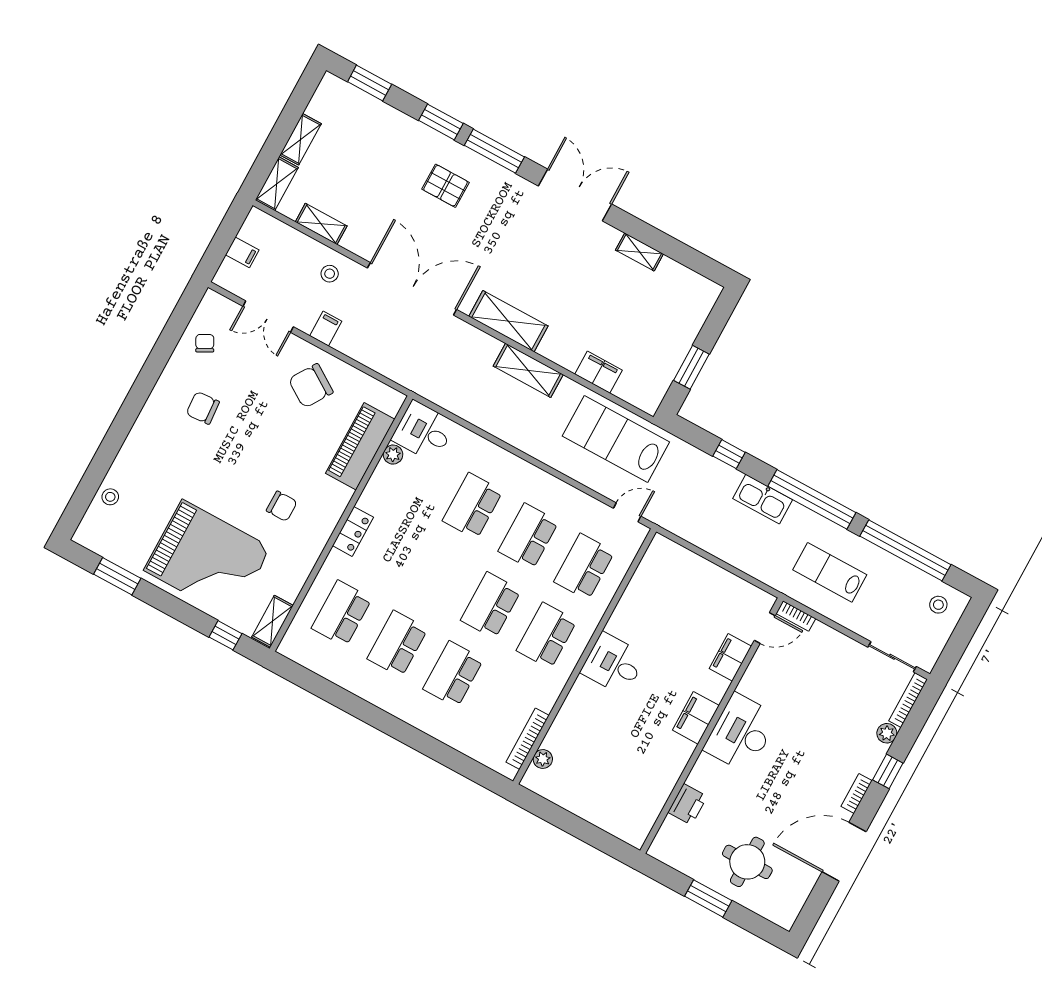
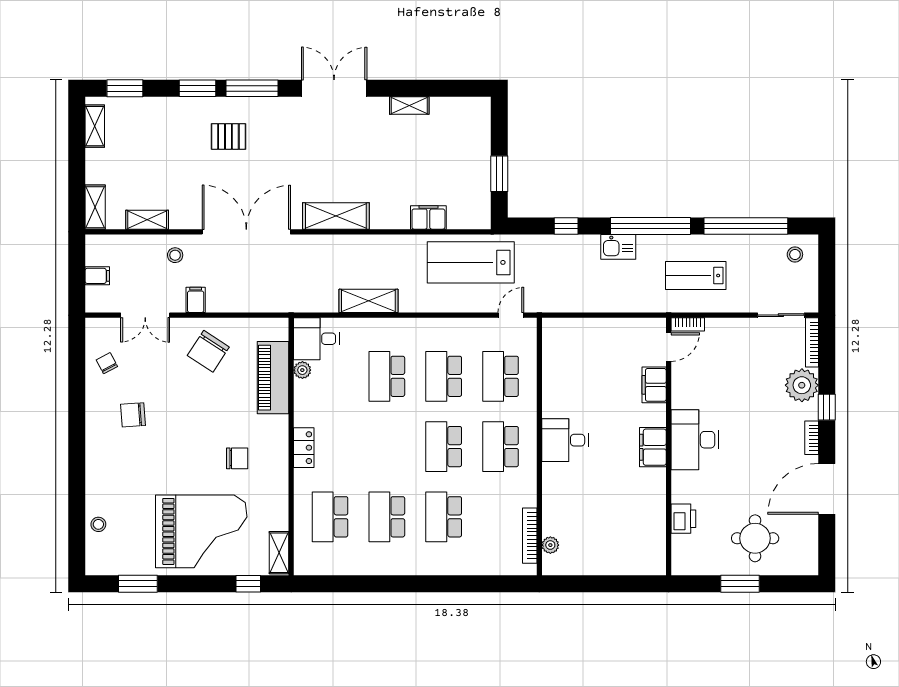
shelving: (301, 139) -> (95, 126), moved
shelving: (528, 370) -> (368, 301), moved
kitchen sink: (763, 499) -> (618, 247), width x0.73
plant: (887, 733) -> (802, 385), width x1.88, depth x1.88

